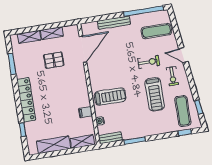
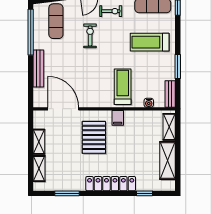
pallet: (54, 60) -> (94, 137), moved, width x1.50, depth x1.42
treadmill: (155, 94) -> (150, 42), moved, turned 180
filing cabinet: (85, 112) -> (118, 118), moved

